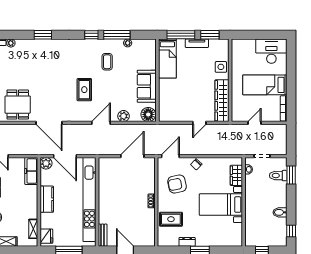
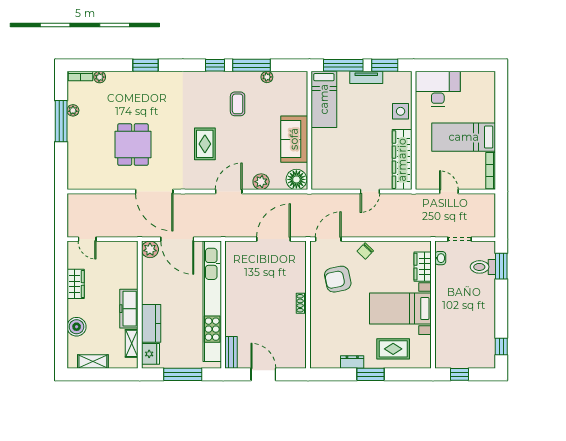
desk: (271, 51) -> (438, 89), moved
dining table: (18, 105) -> (133, 145), moved
door: (255, 123) -> (449, 192), hinge flipped
freezer: (31, 171) -> (129, 309), moved
kitchen counter: (47, 199) -> (151, 323), moved
bidet: (280, 212) -> (485, 320), removed
rug: (171, 219) -> (393, 349), moved

